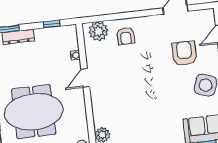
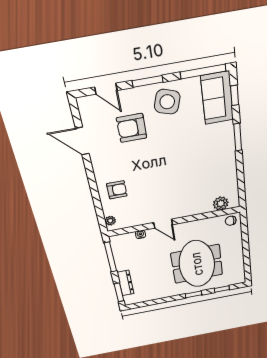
window: (52, 24) -> (110, 257), width x2.17
plant: (98, 31) -> (110, 221), width x0.53, depth x0.53

